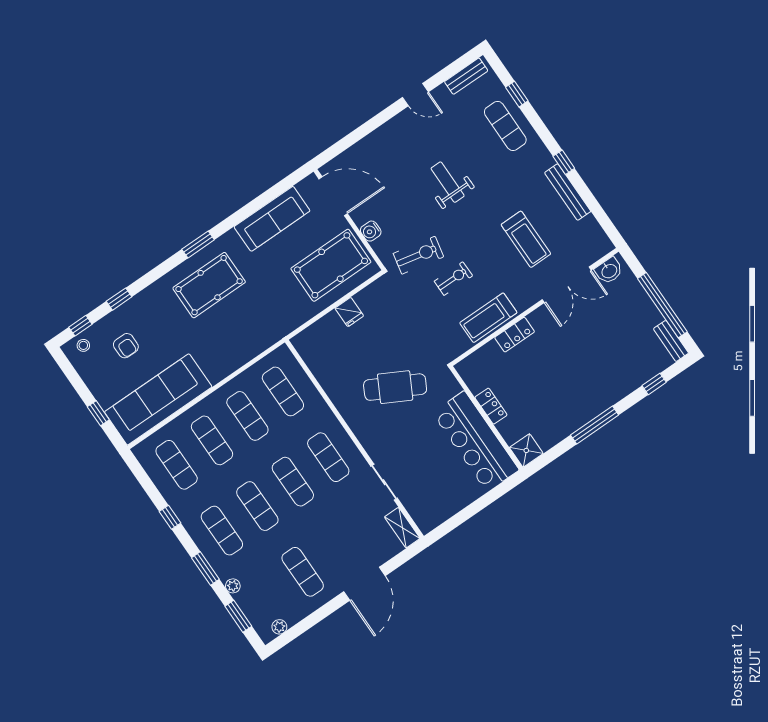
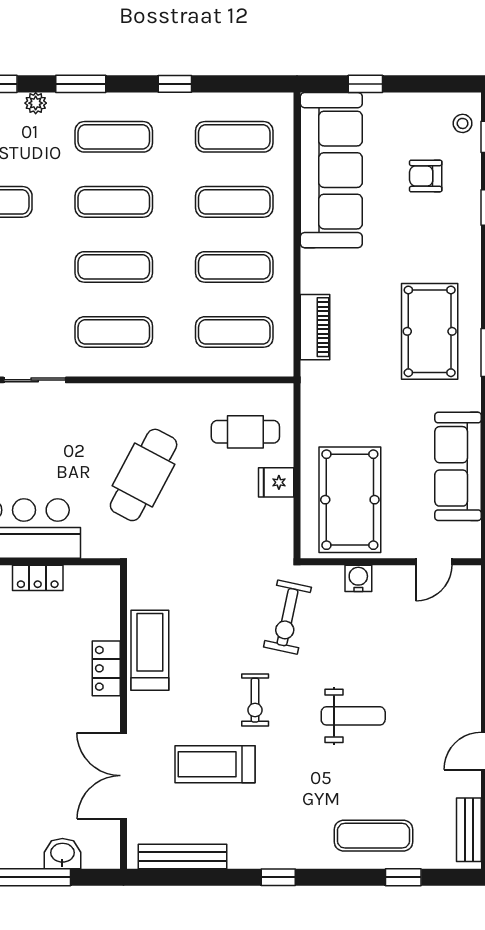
bench: (568, 192) -> (182, 857), moved
door: (333, 196) -> (434, 562), width x0.53
washbasin: (609, 271) -> (62, 854), moved, turned 90
exercise bike: (453, 279) -> (255, 700), moved
cafe table: (333, 348) -> (245, 432), added
piano: (250, 349) -> (315, 327), added

